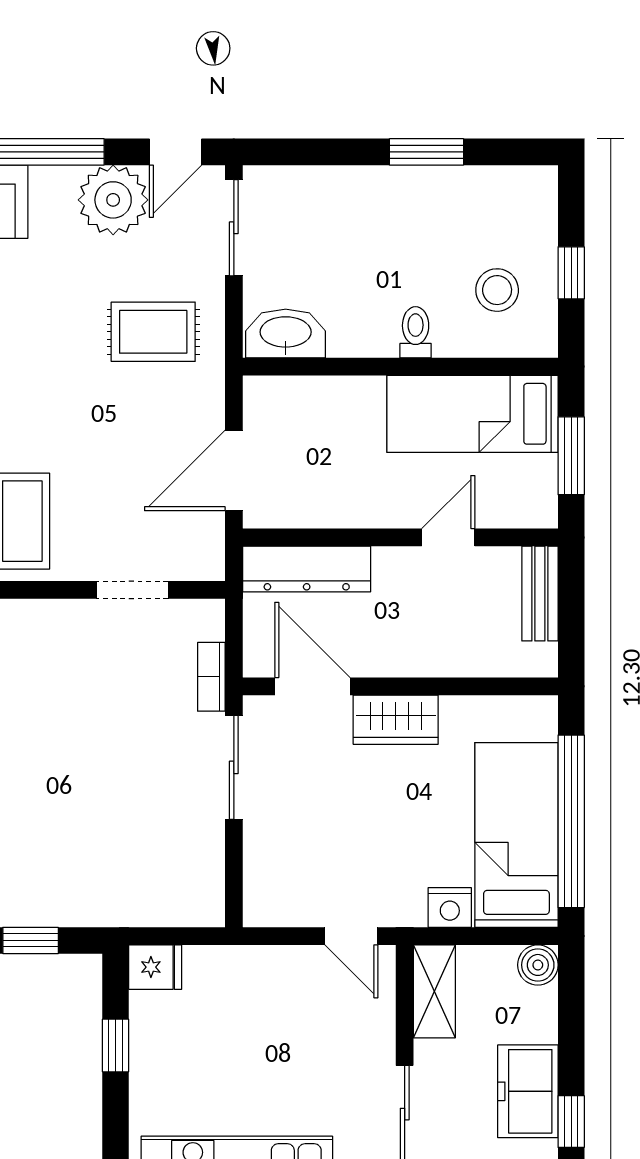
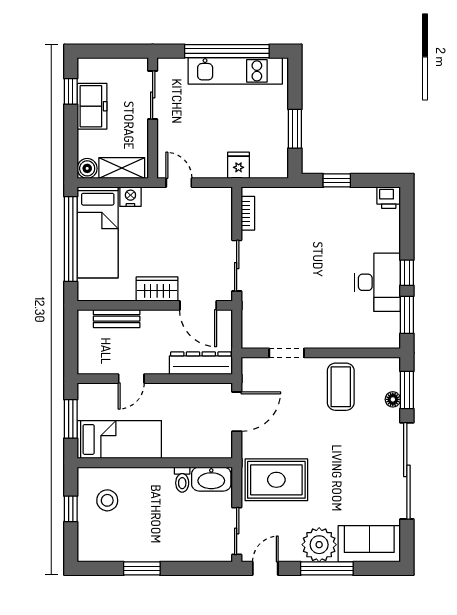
plant: (113, 200) -> (319, 545), moved
rug: (153, 332) -> (276, 480), width x1.36, depth x1.43
toilet: (416, 332) -> (182, 480), moved
bench: (540, 594) -> (117, 319), moved, turned 90
bookcase: (211, 677) -> (248, 213), moved
fridge: (155, 967) -> (239, 165), moved, turned 90
shelving: (434, 991) -> (122, 168), moved, turned 90
window: (116, 1046) -> (295, 129), width x1.50

